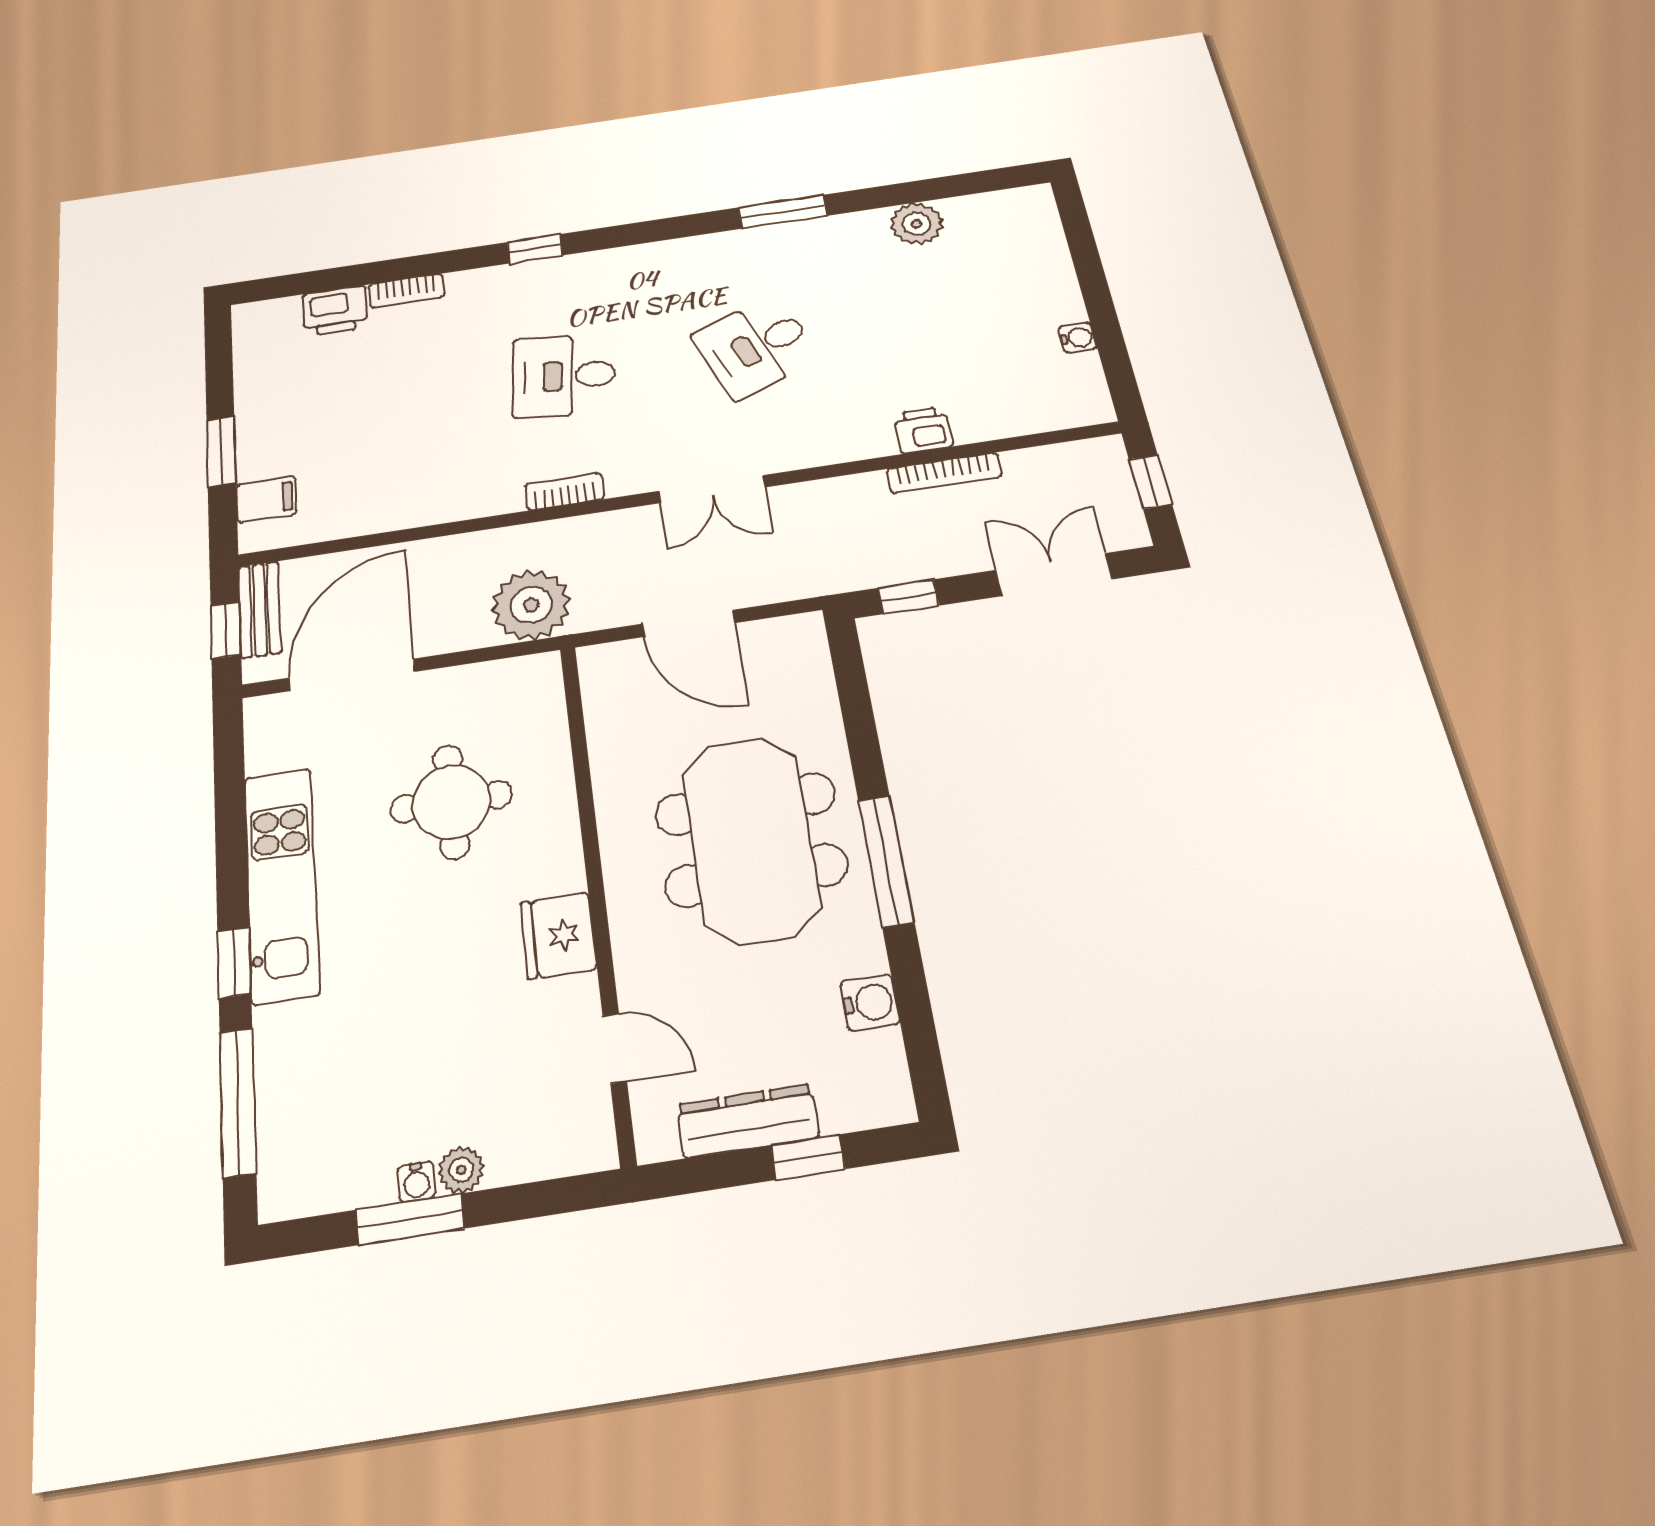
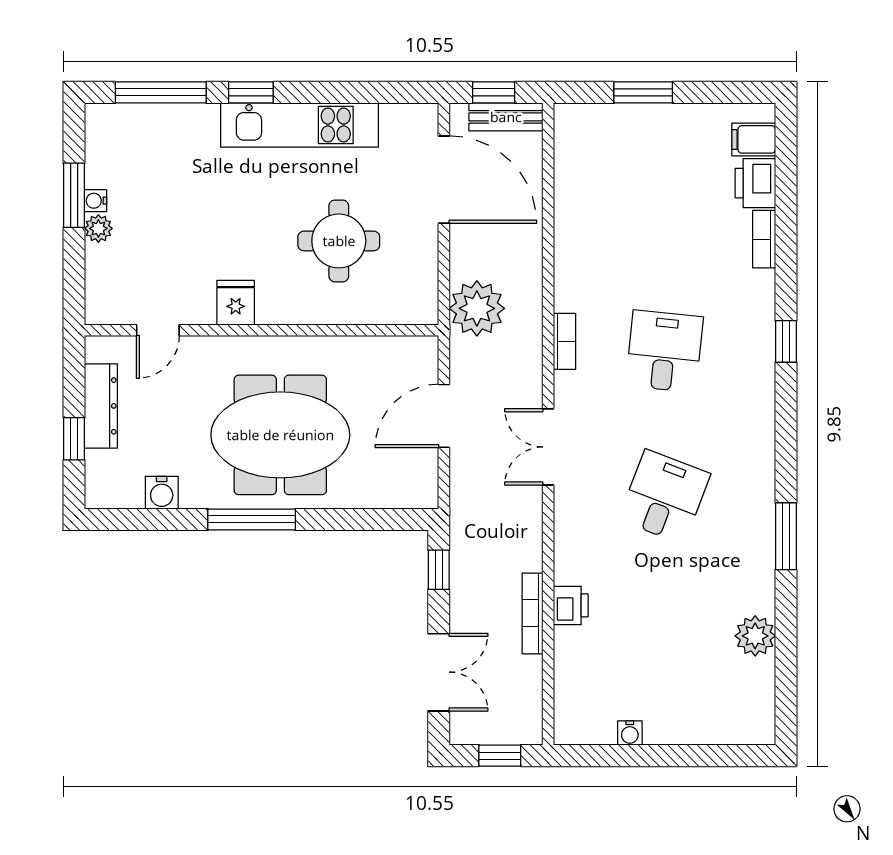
desk: (756, 347) -> (664, 497), turned 42
filing cabinet: (266, 499) -> (754, 139), moved, turned 90
fridge: (558, 936) -> (236, 303), width x0.72

